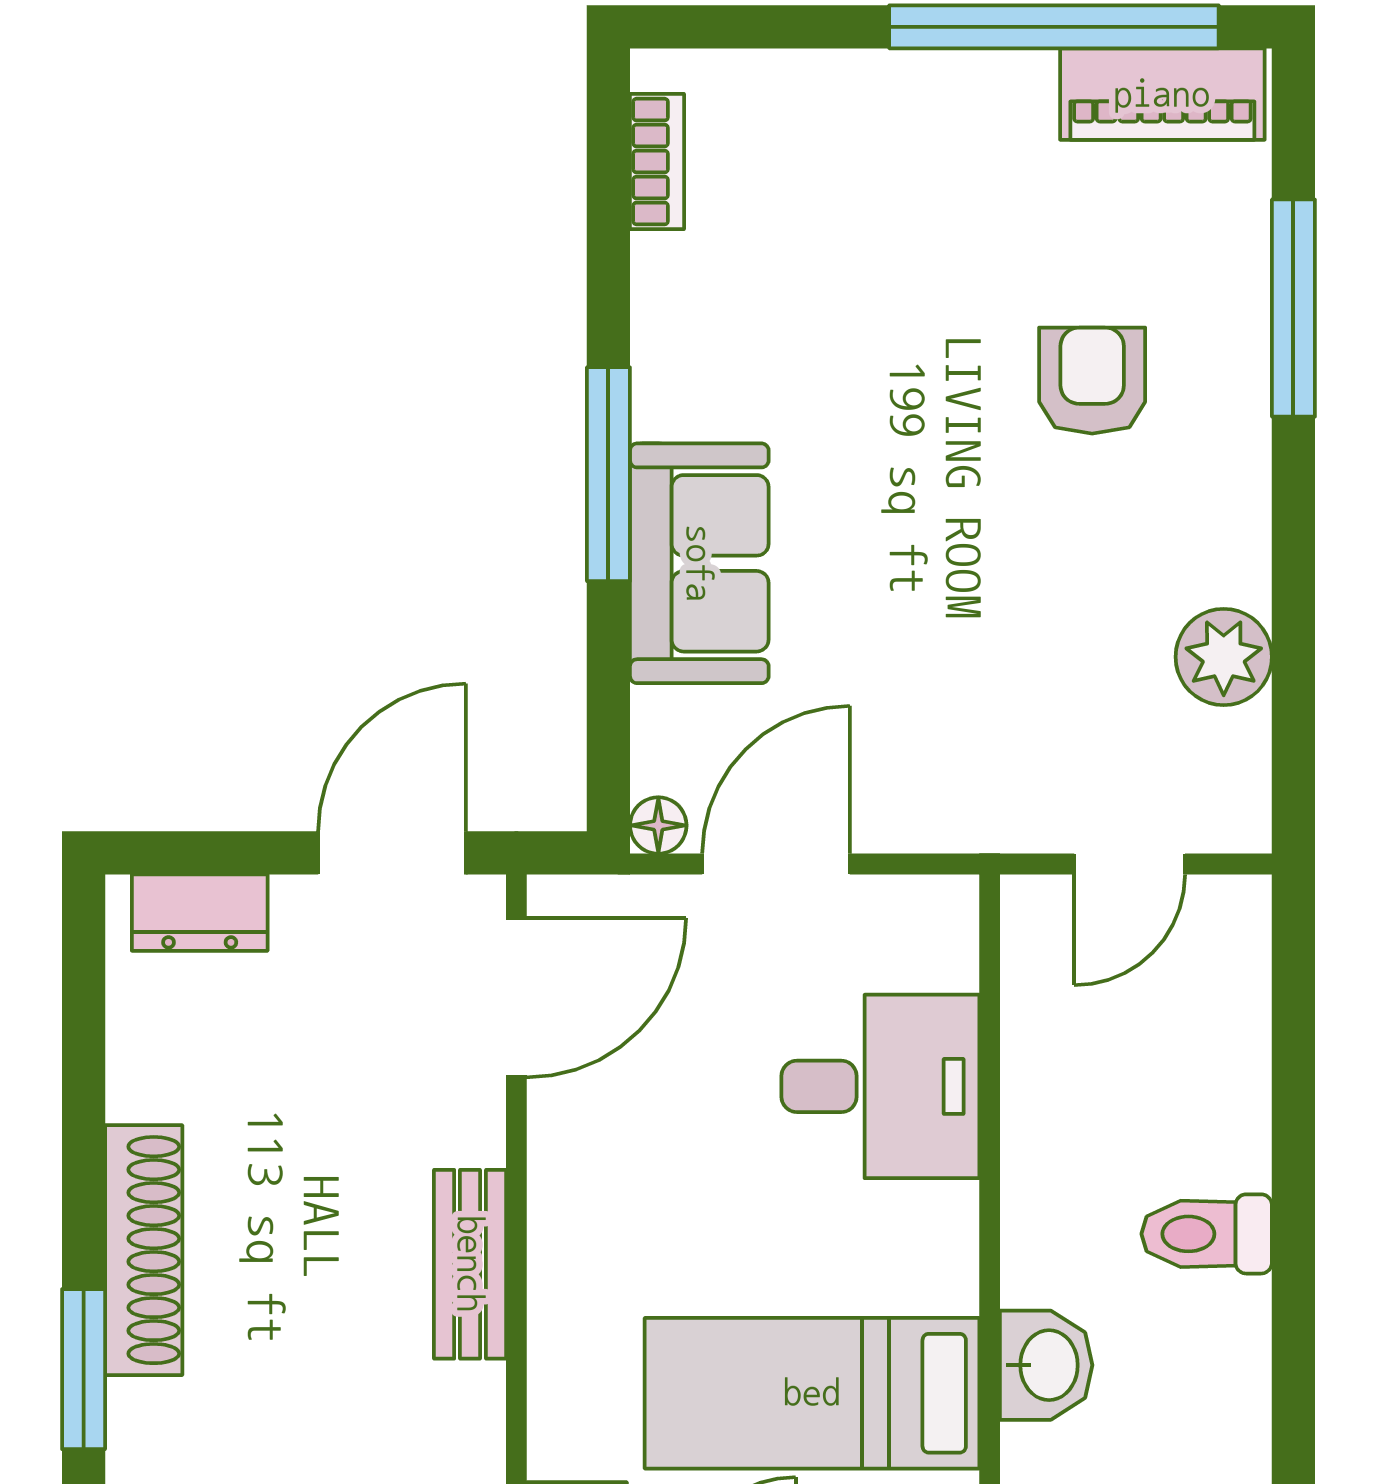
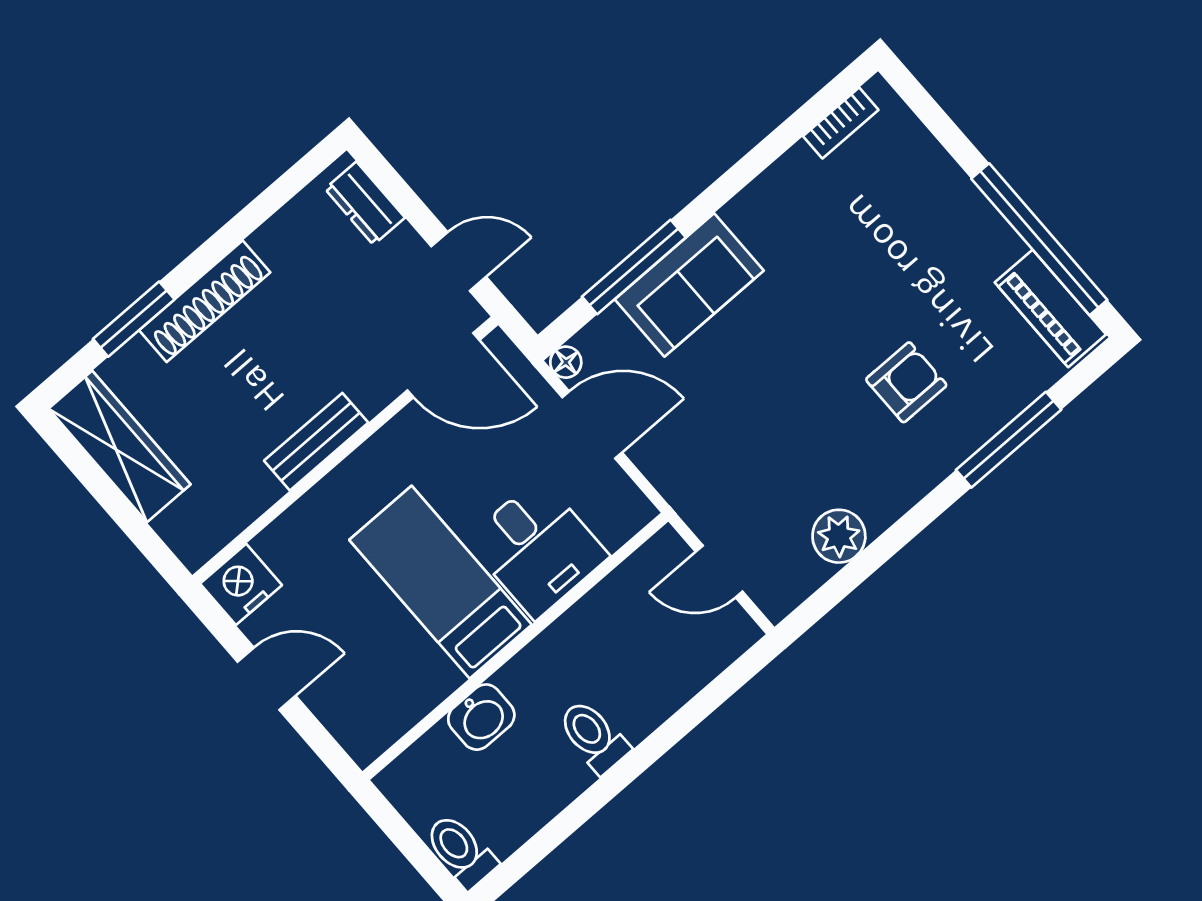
window: (608, 474) -> (634, 267), moved
door: (392, 853) -> (459, 262), width x0.73
bed: (812, 1393) -> (441, 582), moved

